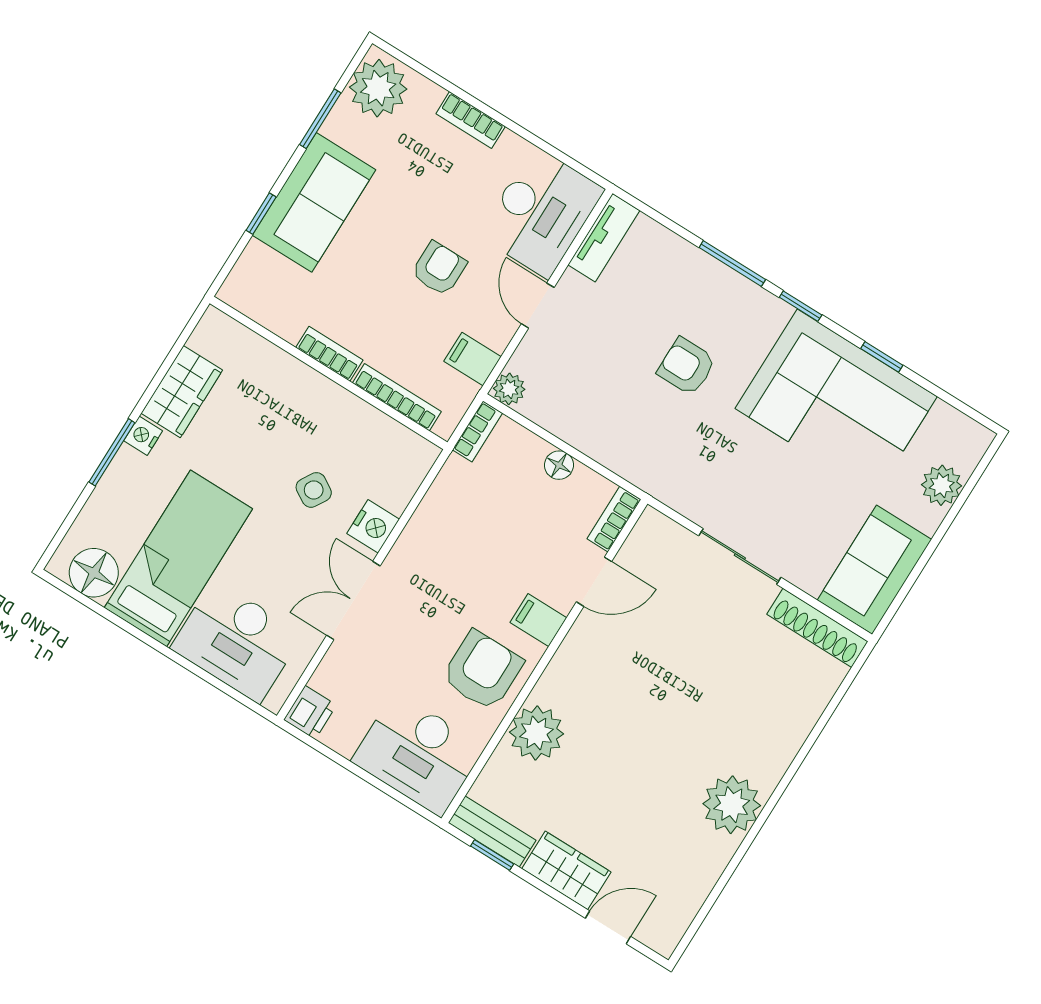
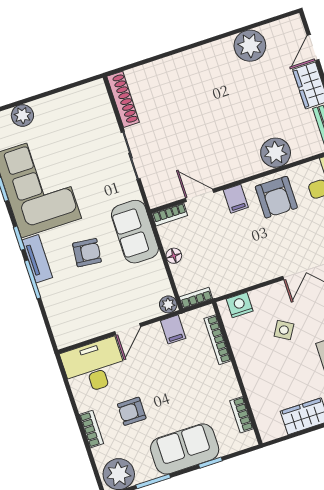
tv unit: (604, 238) -> (37, 259), moved, turned 90
armchair: (439, 268) -> (132, 411), moved
bookcase: (329, 354) -> (242, 415), moved
armchair: (687, 366) -> (87, 253), turned -84
nightstand: (373, 526) -> (240, 305), moved
sofa: (874, 570) -> (135, 232), moved, turned 90
armchair: (482, 670) -> (276, 197), turned -90
plant: (732, 805) -> (250, 46), moved
door: (608, 927) -> (313, 48), hinge flipped

